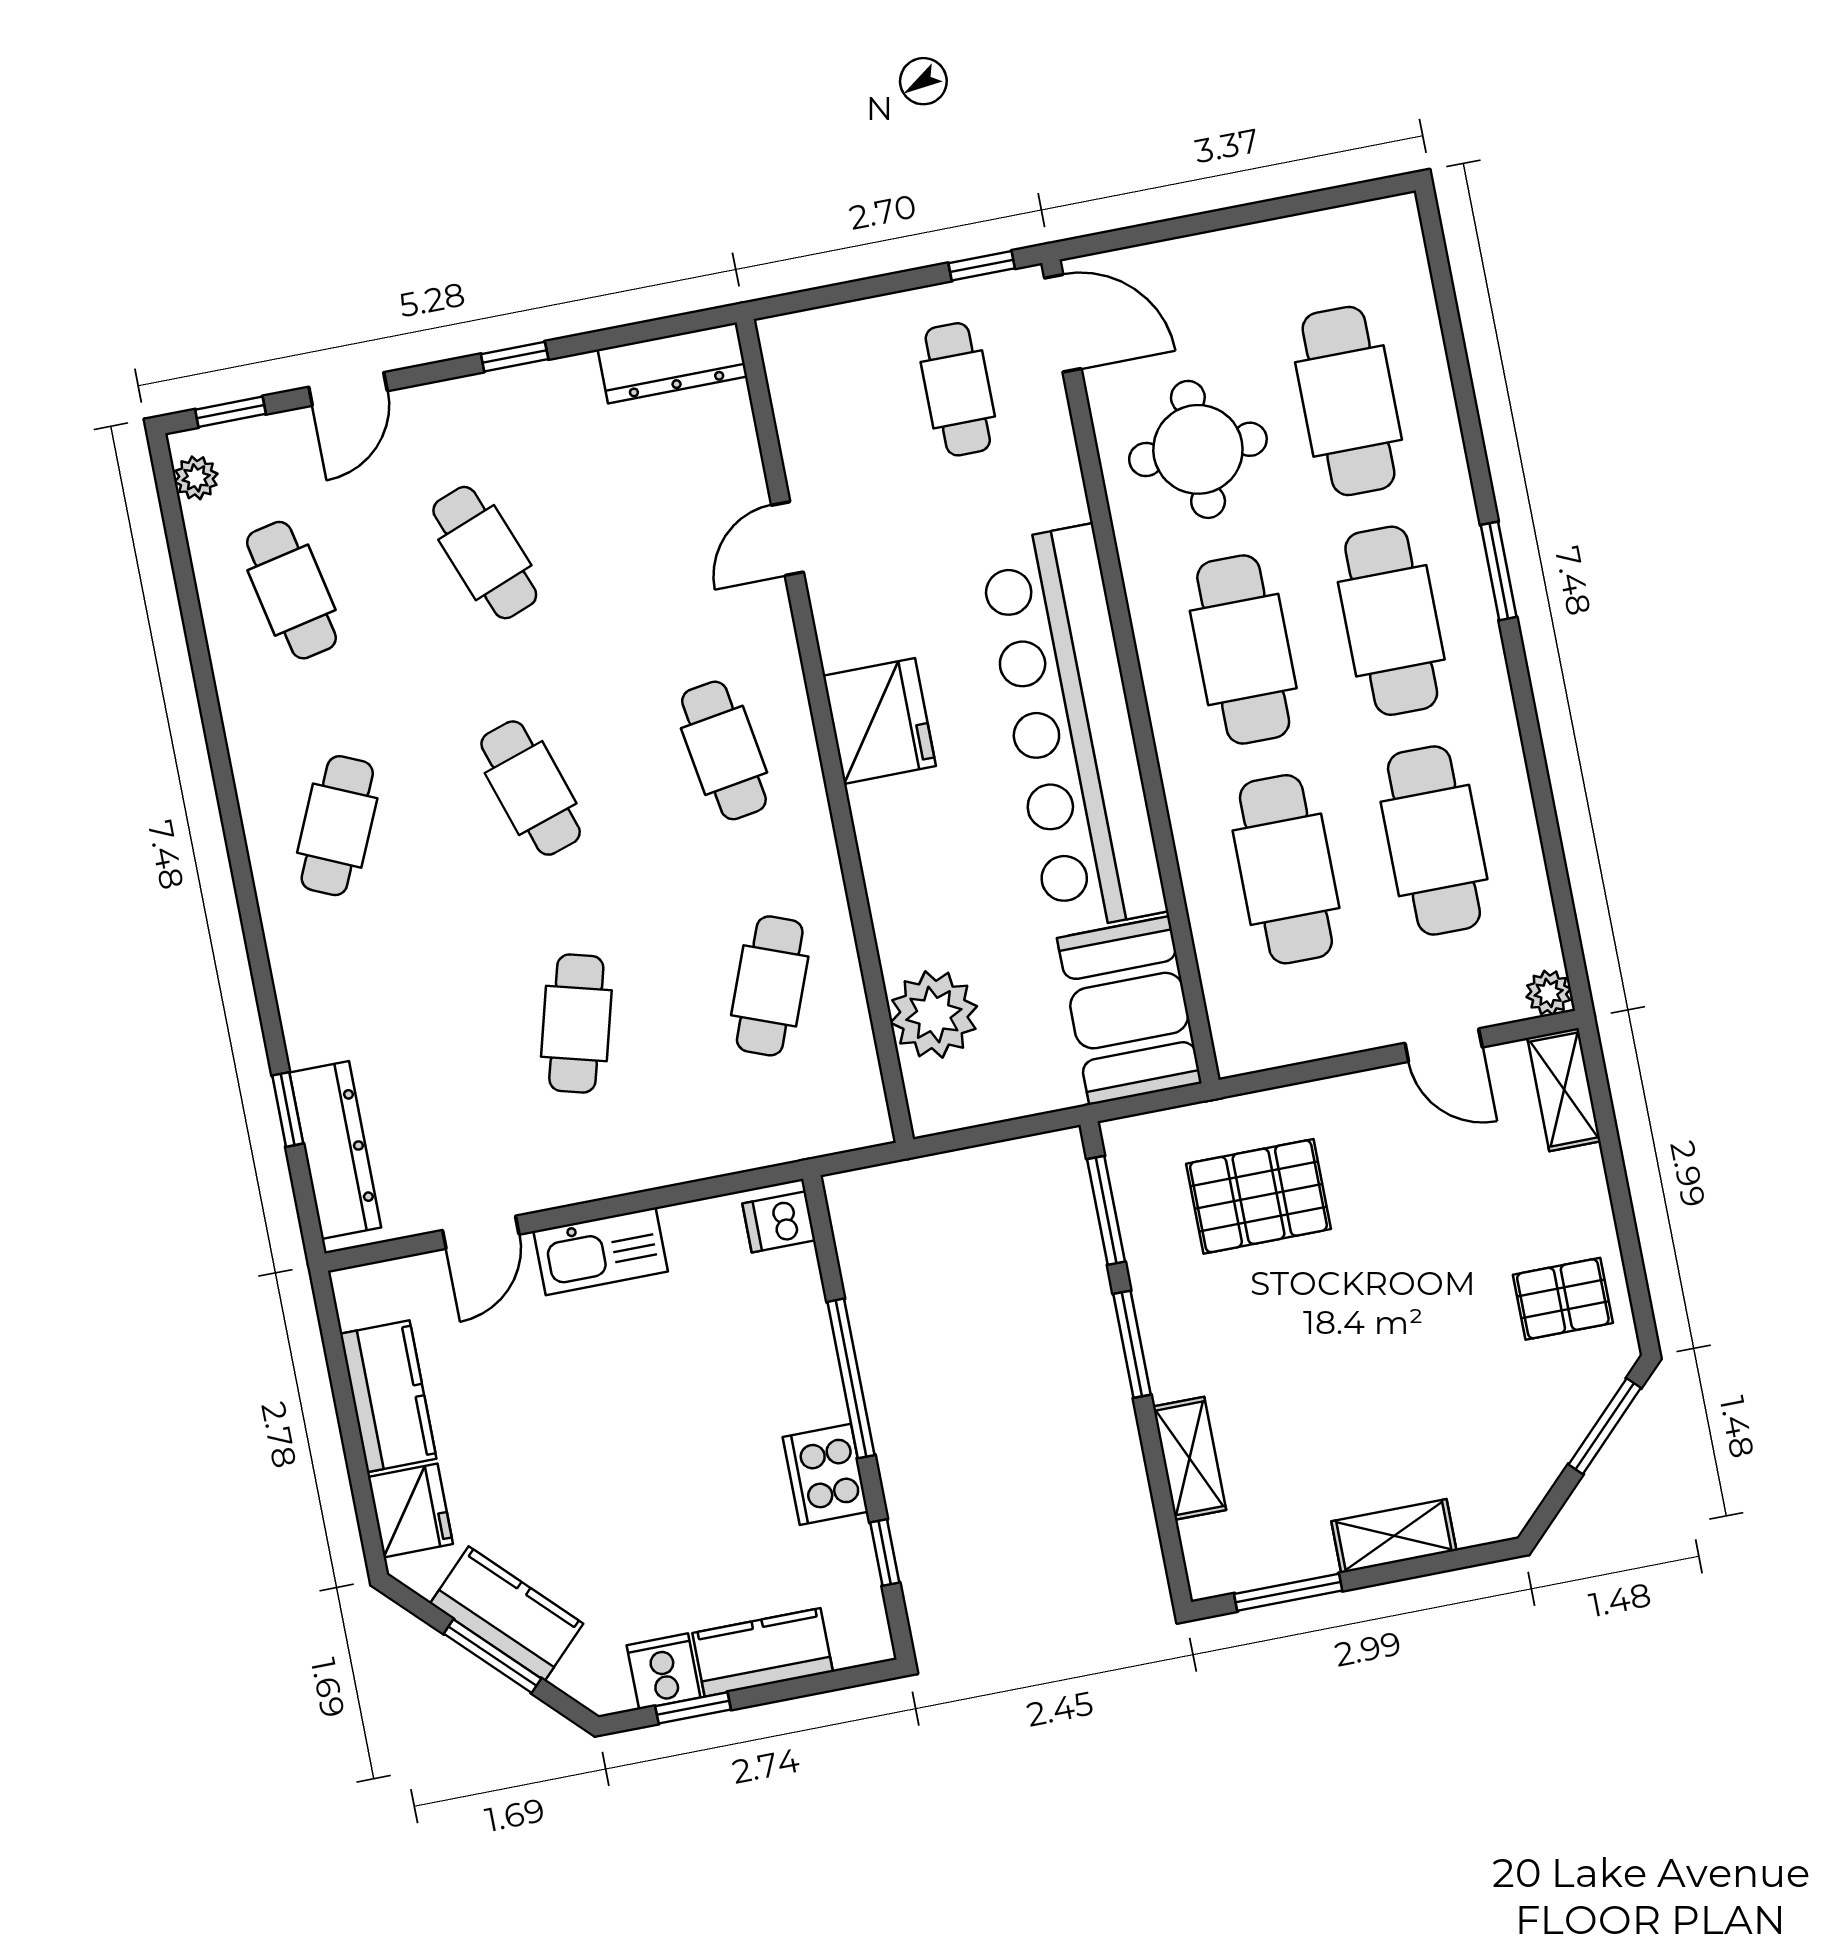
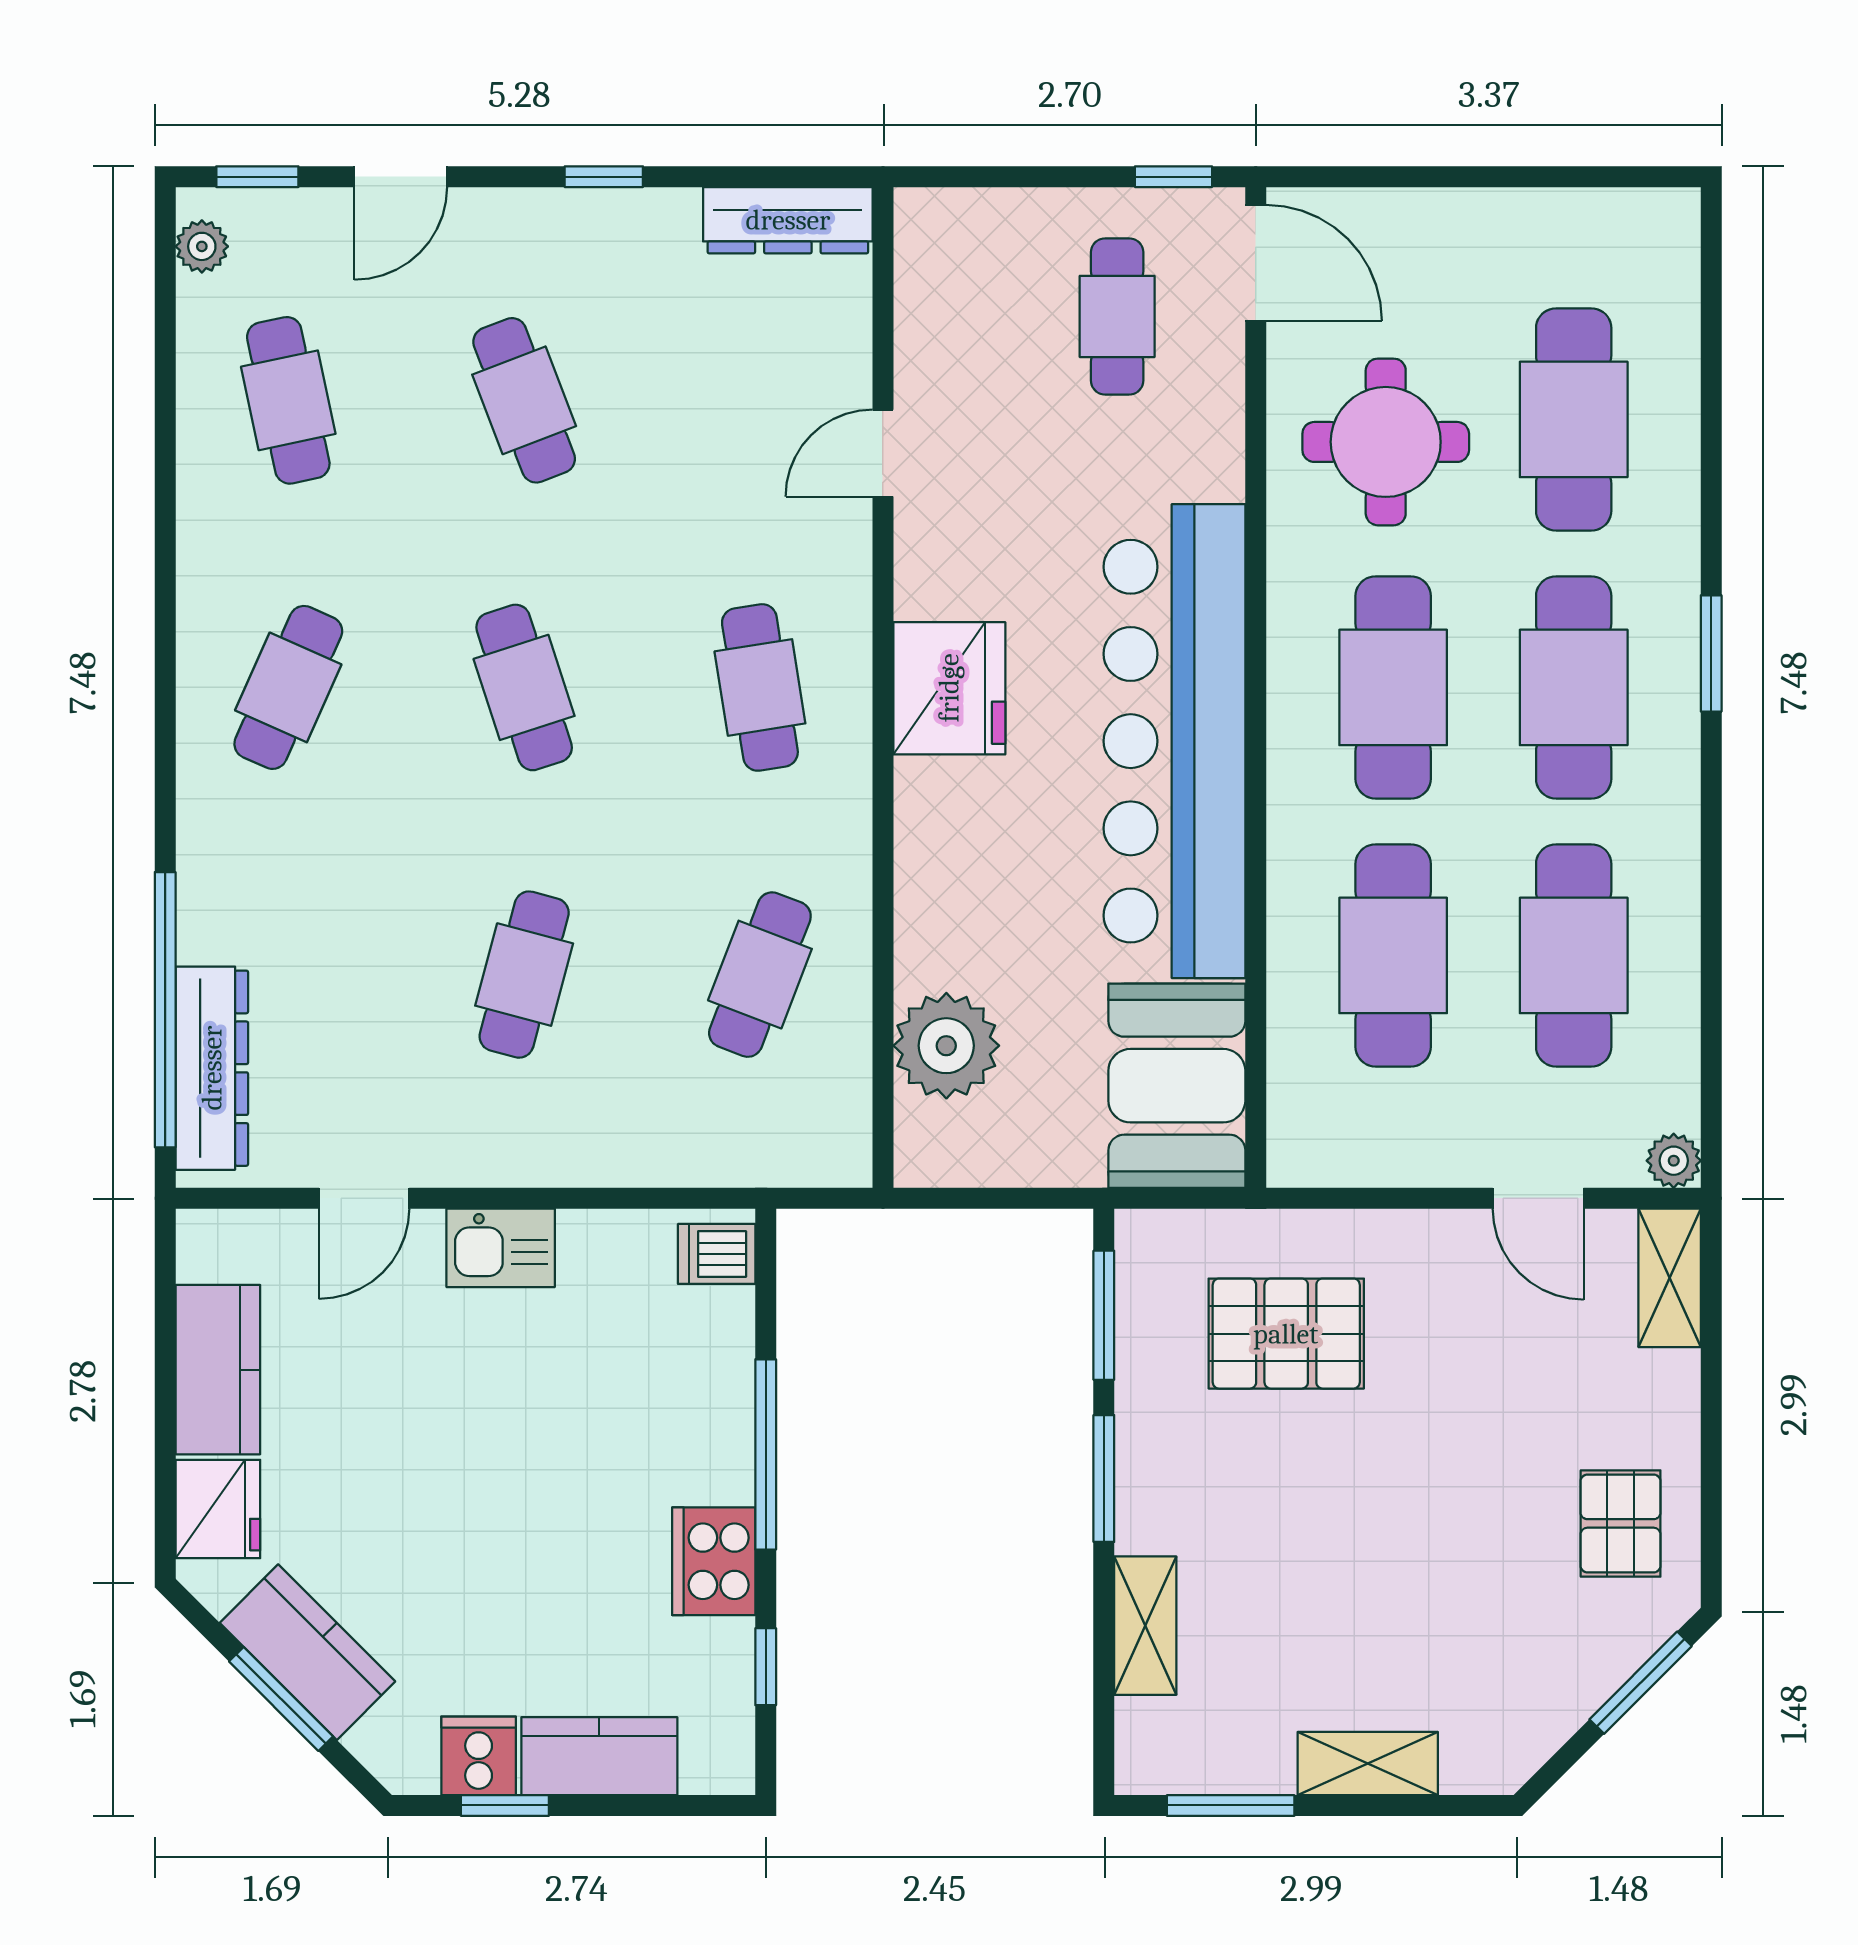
window: (288, 1109) -> (165, 1010), width x3.17
kitchen sink: (601, 1251) -> (501, 1248), width x0.73
pallet: (1563, 1299) -> (1621, 1523), turned 90

